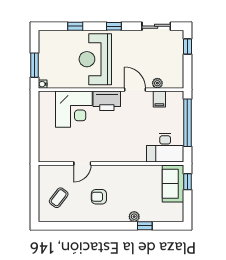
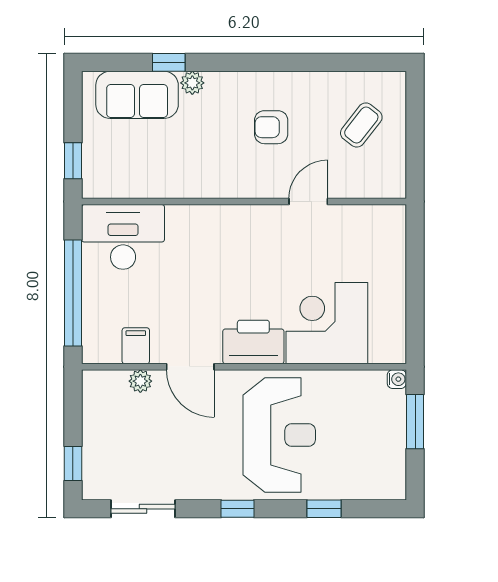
sofa: (173, 184) -> (137, 95), moved, turned 90
armchair: (99, 197) -> (271, 127), turned 180

